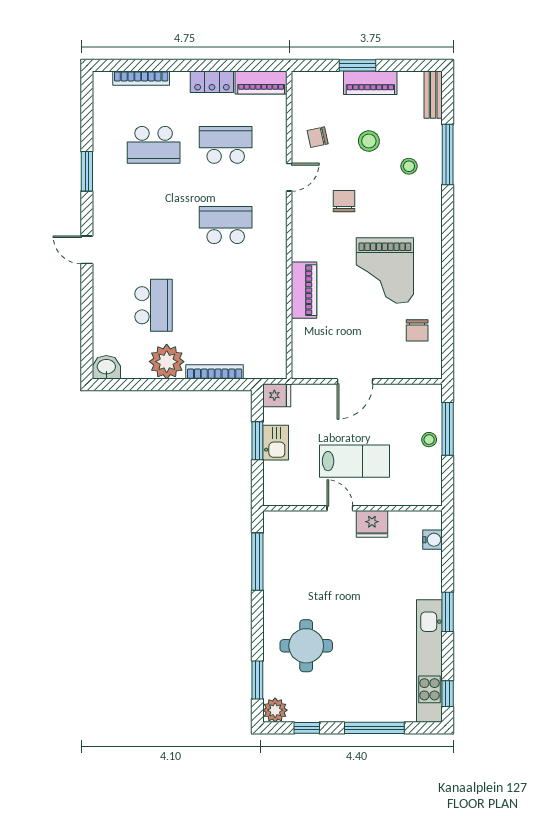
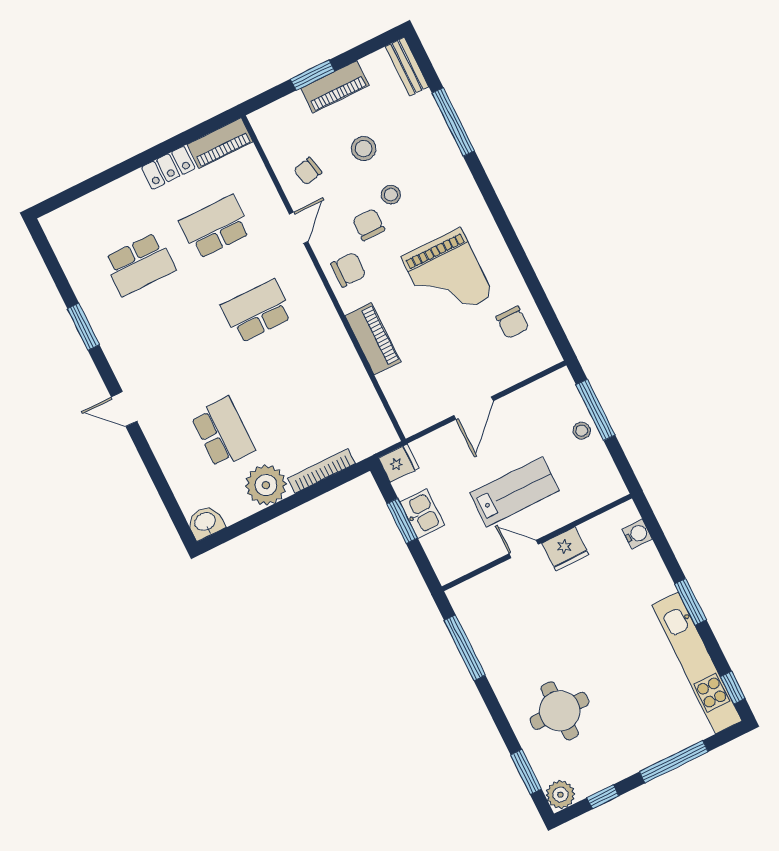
bookcase: (141, 78) -> (92, 201), removed
stool: (409, 166) -> (391, 195), moved
chair: (311, 228) -> (348, 270), added

